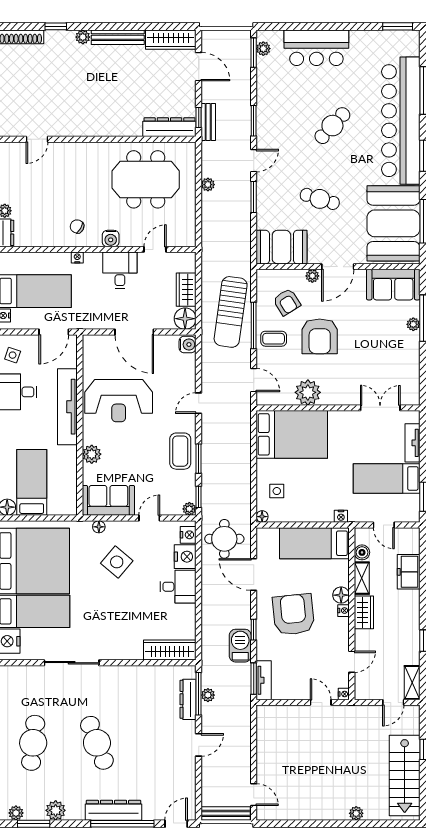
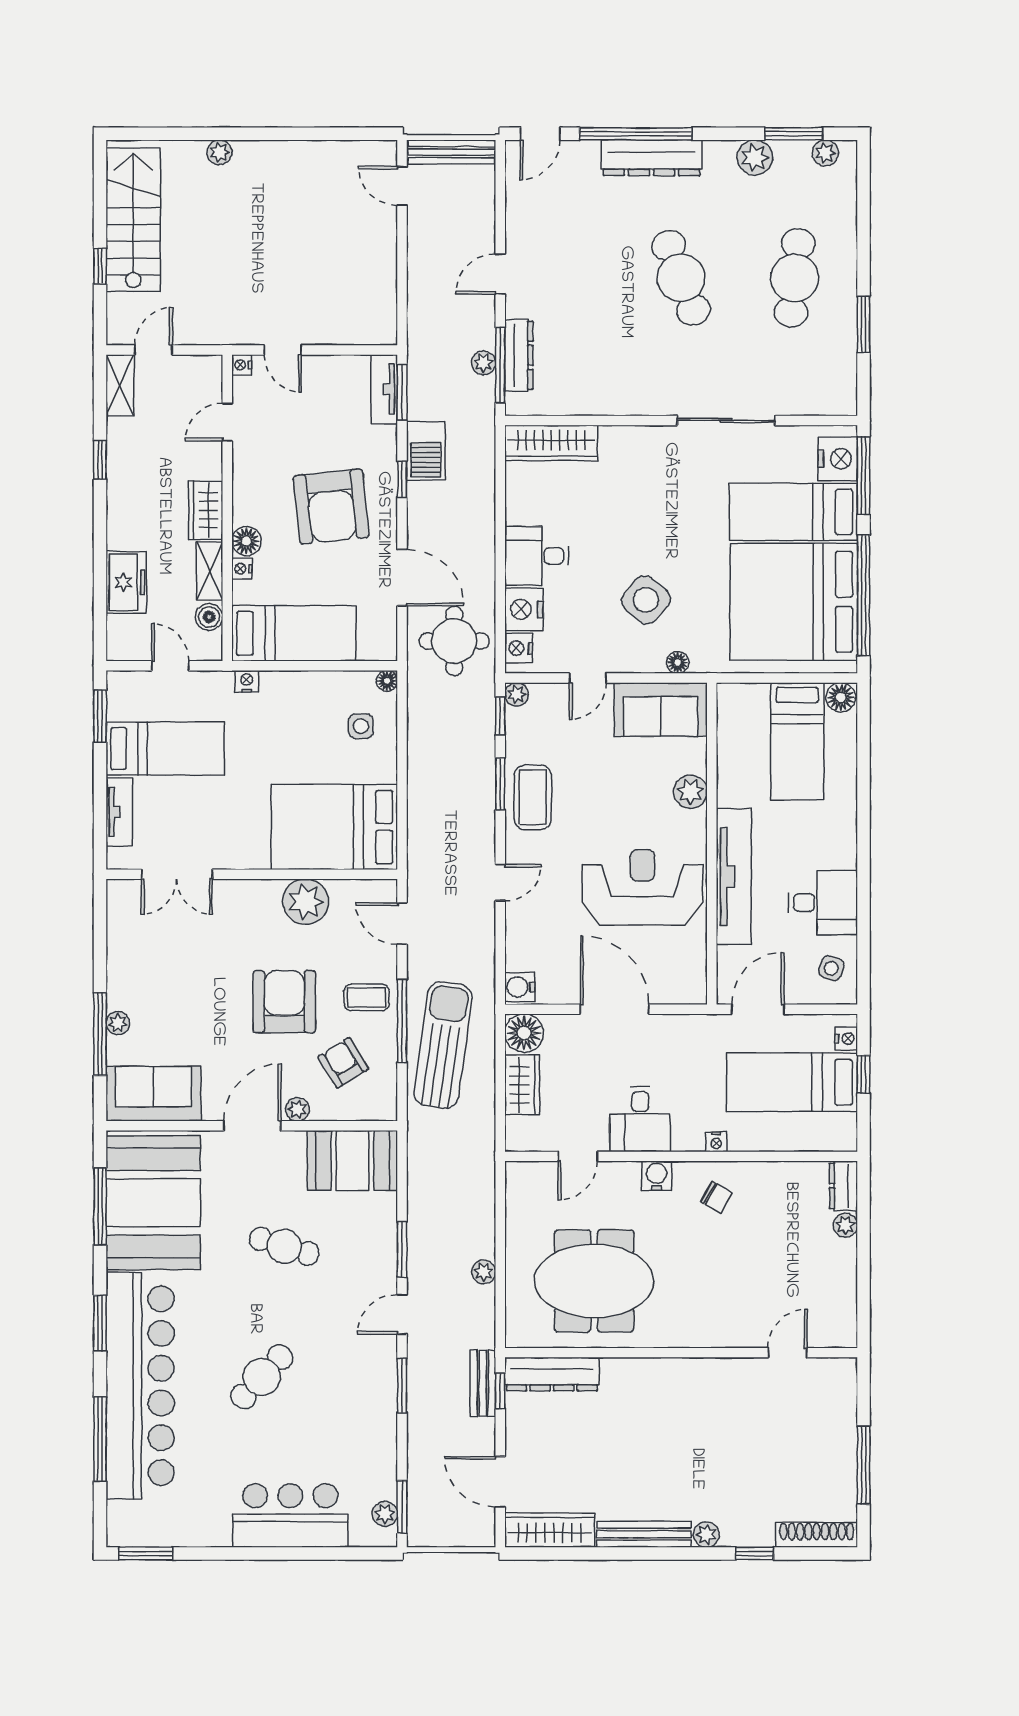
nightstand: (344, 611) -> (242, 569), moved

